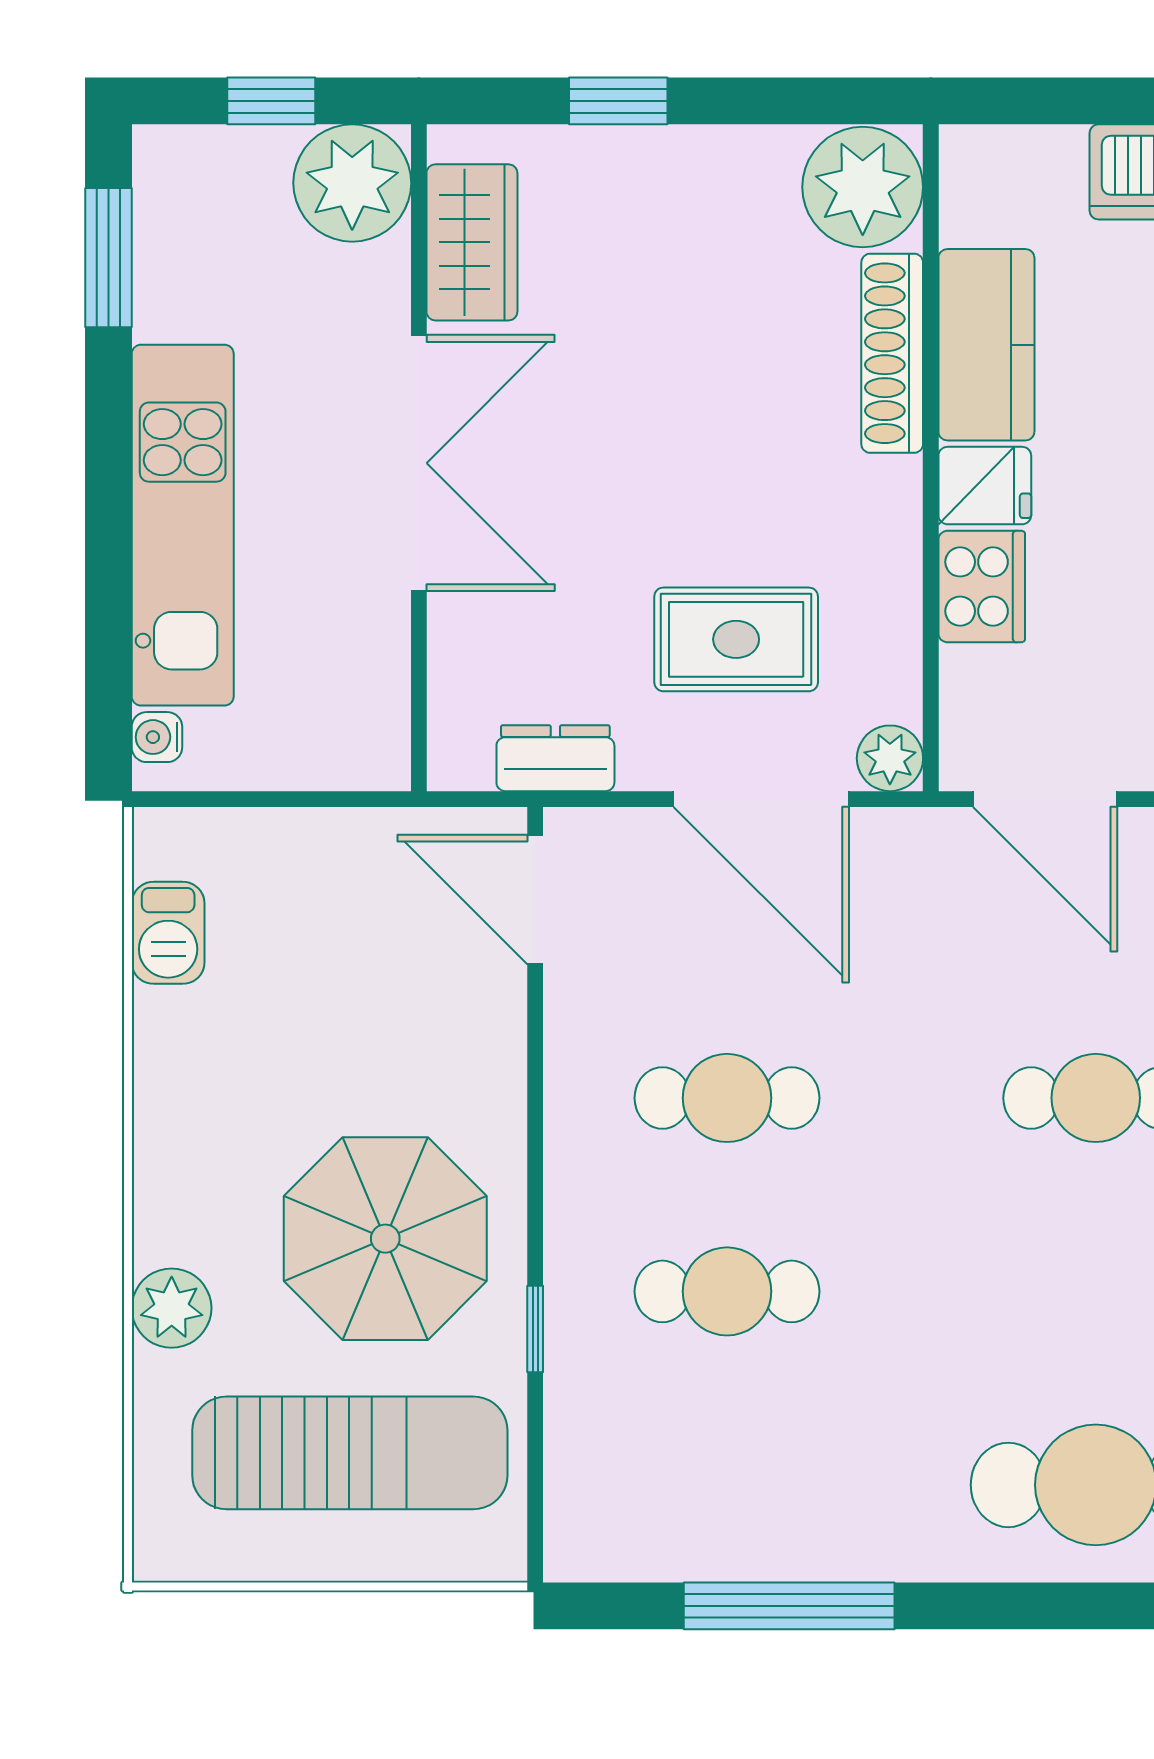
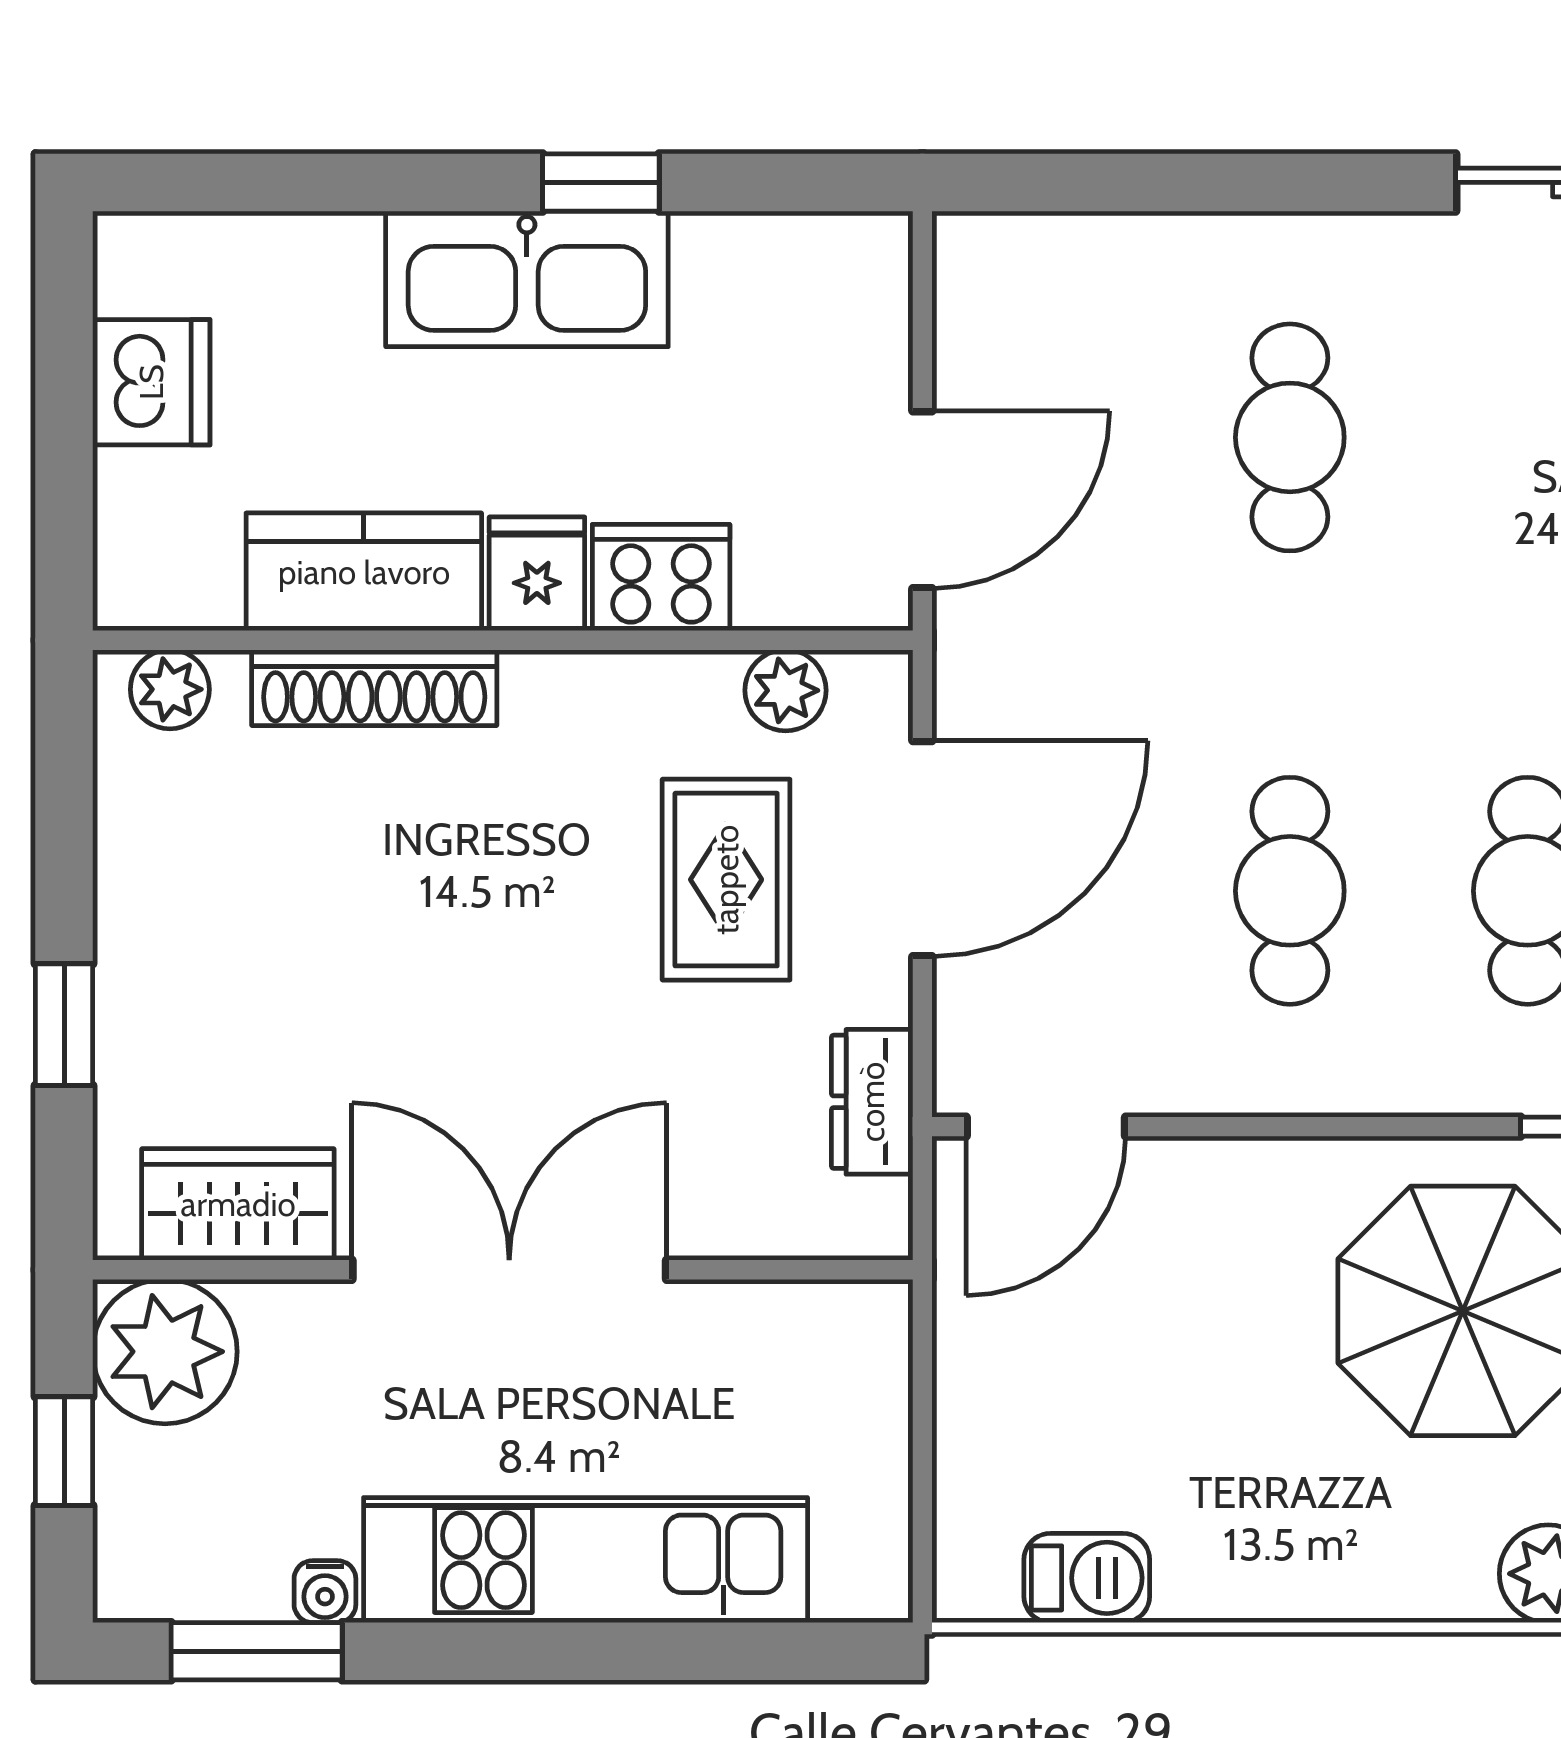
plant: (863, 187) -> (170, 689), width x0.53, depth x0.53
water cooler: (157, 737) -> (325, 1592), moved
plant: (890, 758) -> (786, 690), moved

